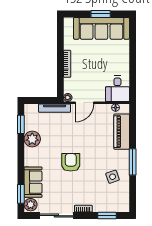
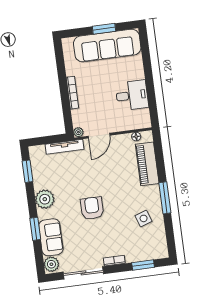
desk: (117, 89) -> (132, 95), moved, turned -90
plant: (32, 139) -> (45, 199), moved
window: (21, 194) -> (35, 229), moved

